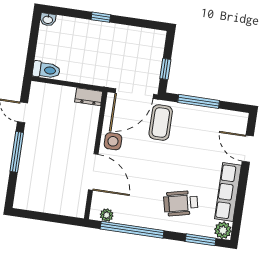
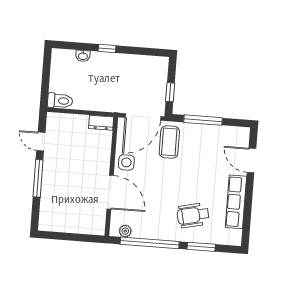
washbasin: (48, 19) -> (83, 56), moved
plant: (223, 230) -> (234, 238), removed
window: (201, 240) -> (201, 247), moved

